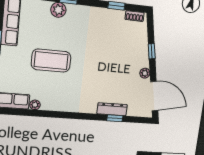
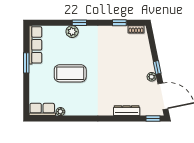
window: (152, 51) -> (157, 67), moved
window: (115, 118) -> (153, 119), moved

